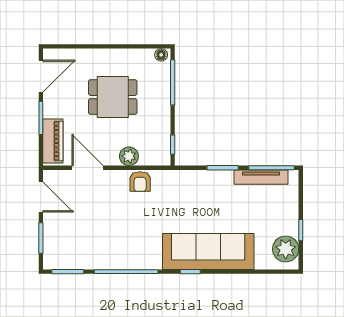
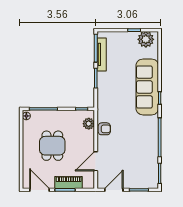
piano: (53, 141) -> (69, 183), moved
plant: (129, 156) -> (89, 124), moved

